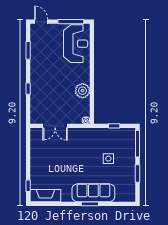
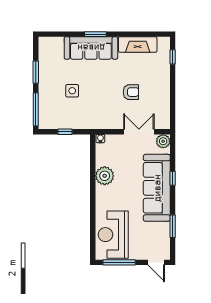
sofa: (41, 81) -> (157, 188), added
plant: (36, 118) -> (163, 141), added
armchair: (61, 158) -> (131, 92), added
fireplace: (45, 196) -> (138, 45), moved

